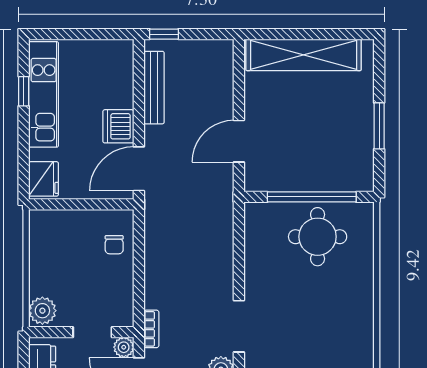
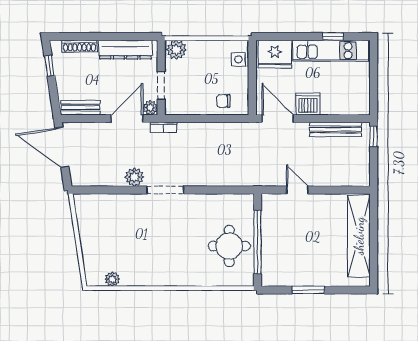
door: (239, 141) -> (297, 190), width x0.73
fridge: (44, 179) -> (275, 54), width x1.36, depth x1.34
side table: (56, 224) -> (238, 59), added

